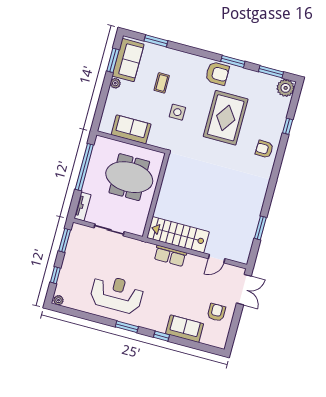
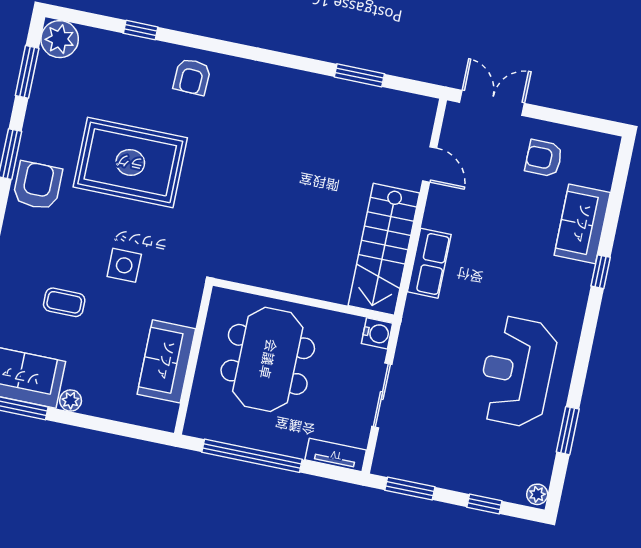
water cooler: (139, 229) -> (377, 333), added
window: (127, 327) -> (568, 431), moved

